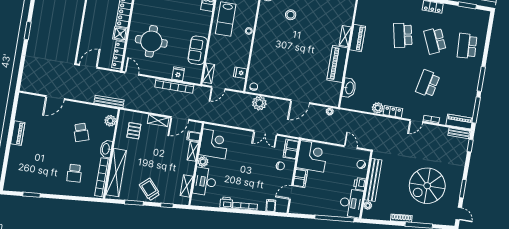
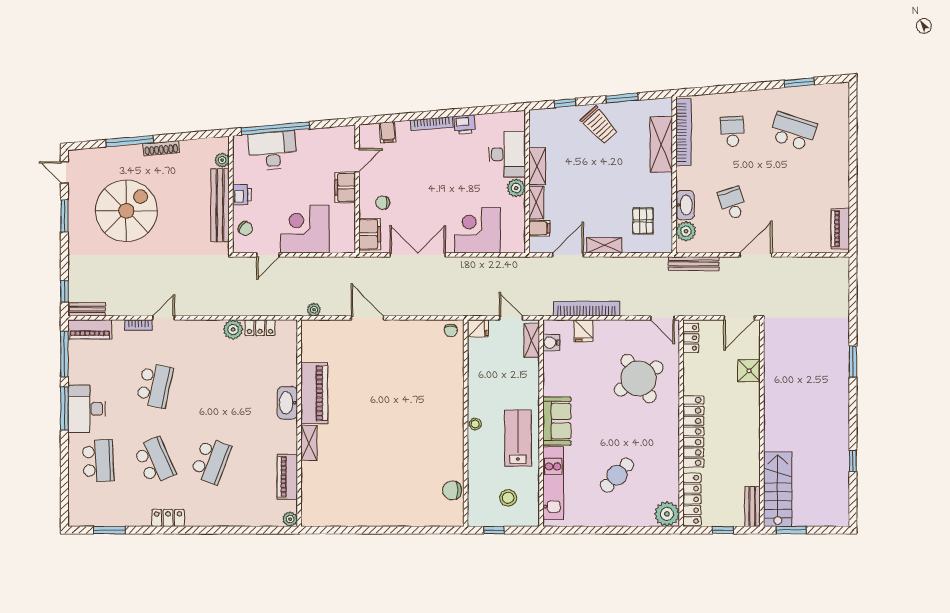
stool: (291, 15) -> (408, 464), removed
shower: (120, 34) -> (749, 371), moved
school desk: (403, 35) -> (211, 461), turned 33
piano: (358, 38) -> (287, 477), moved
round table: (151, 41) -> (639, 379), turned -32
sofa: (198, 50) -> (557, 421), moved
locker: (118, 55) -> (691, 338), width x0.66
water cooler: (198, 70) -> (551, 342), added
fridge: (240, 73) -> (478, 328), moved
desk: (469, 77) -> (87, 409), added
door: (218, 88) -> (511, 318), hinge flipped
washbasin: (349, 88) -> (287, 403), moved
door: (55, 98) -> (756, 255), moved
door: (300, 102) -> (367, 318), hinge flipped
plant: (259, 103) -> (436, 304), removed
locker: (393, 112) -> (260, 328), moved
piano: (18, 133) -> (840, 229), moved
double door: (265, 133) -> (418, 255), width x1.37
corner desk: (214, 144) -> (477, 230), moved, turned 90
door: (351, 147) -> (268, 255), hinge flipped
washbasin: (106, 149) -> (685, 205), moved
corner desk: (312, 156) -> (305, 229), moved, turned 90
school desk: (40, 167) -> (793, 131), added
shelving: (116, 173) -> (661, 144), width x0.68
shelving: (187, 186) -> (537, 166), moved
desk: (351, 203) -> (273, 151), moved, turned 85

